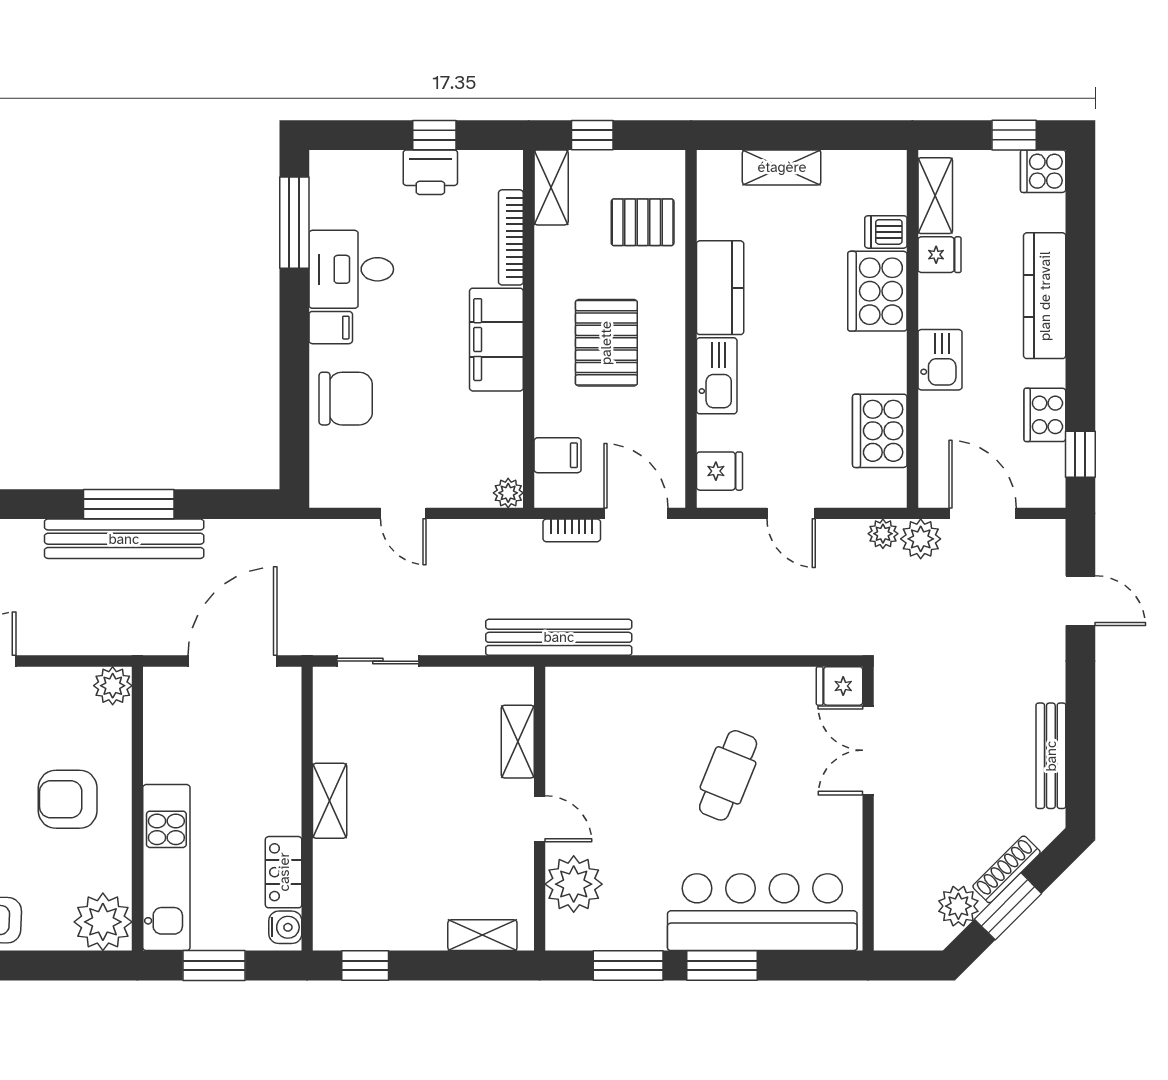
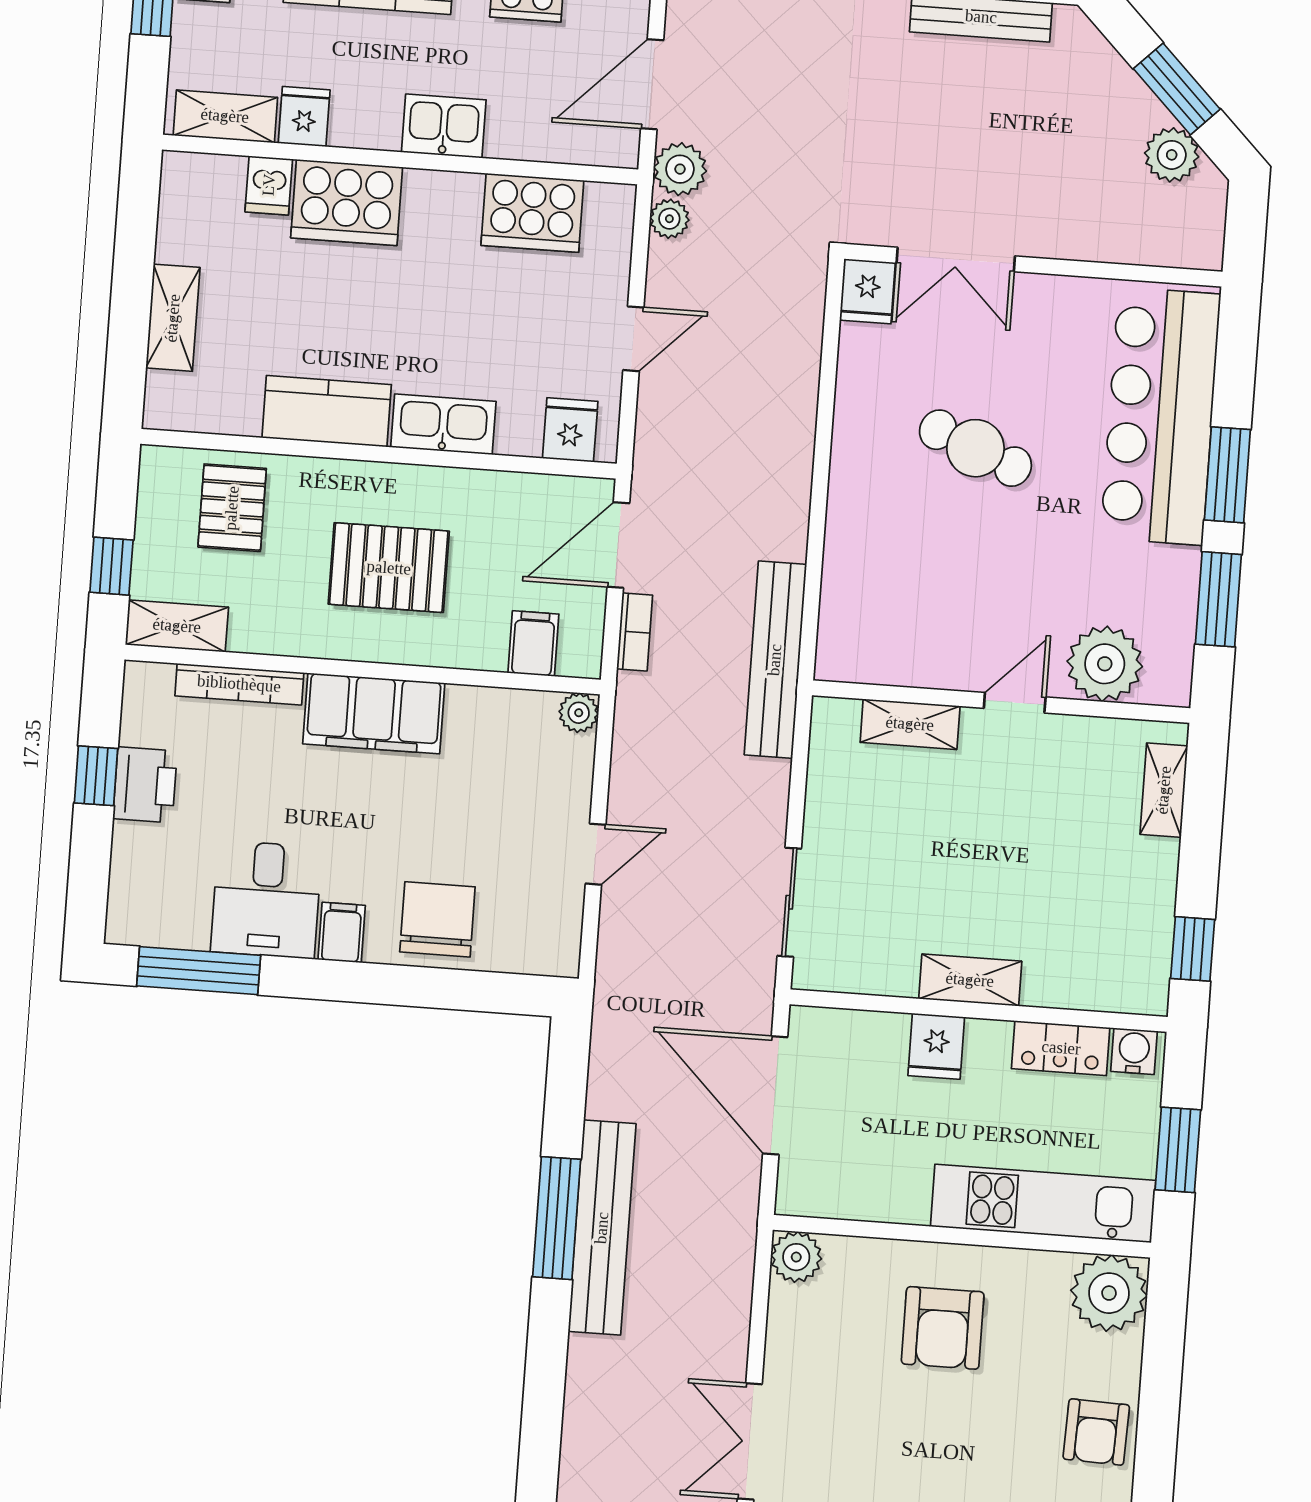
fridge: (278, 779) -> (936, 1046), added
shoe rack: (1007, 869) -> (1127, 87), removed

